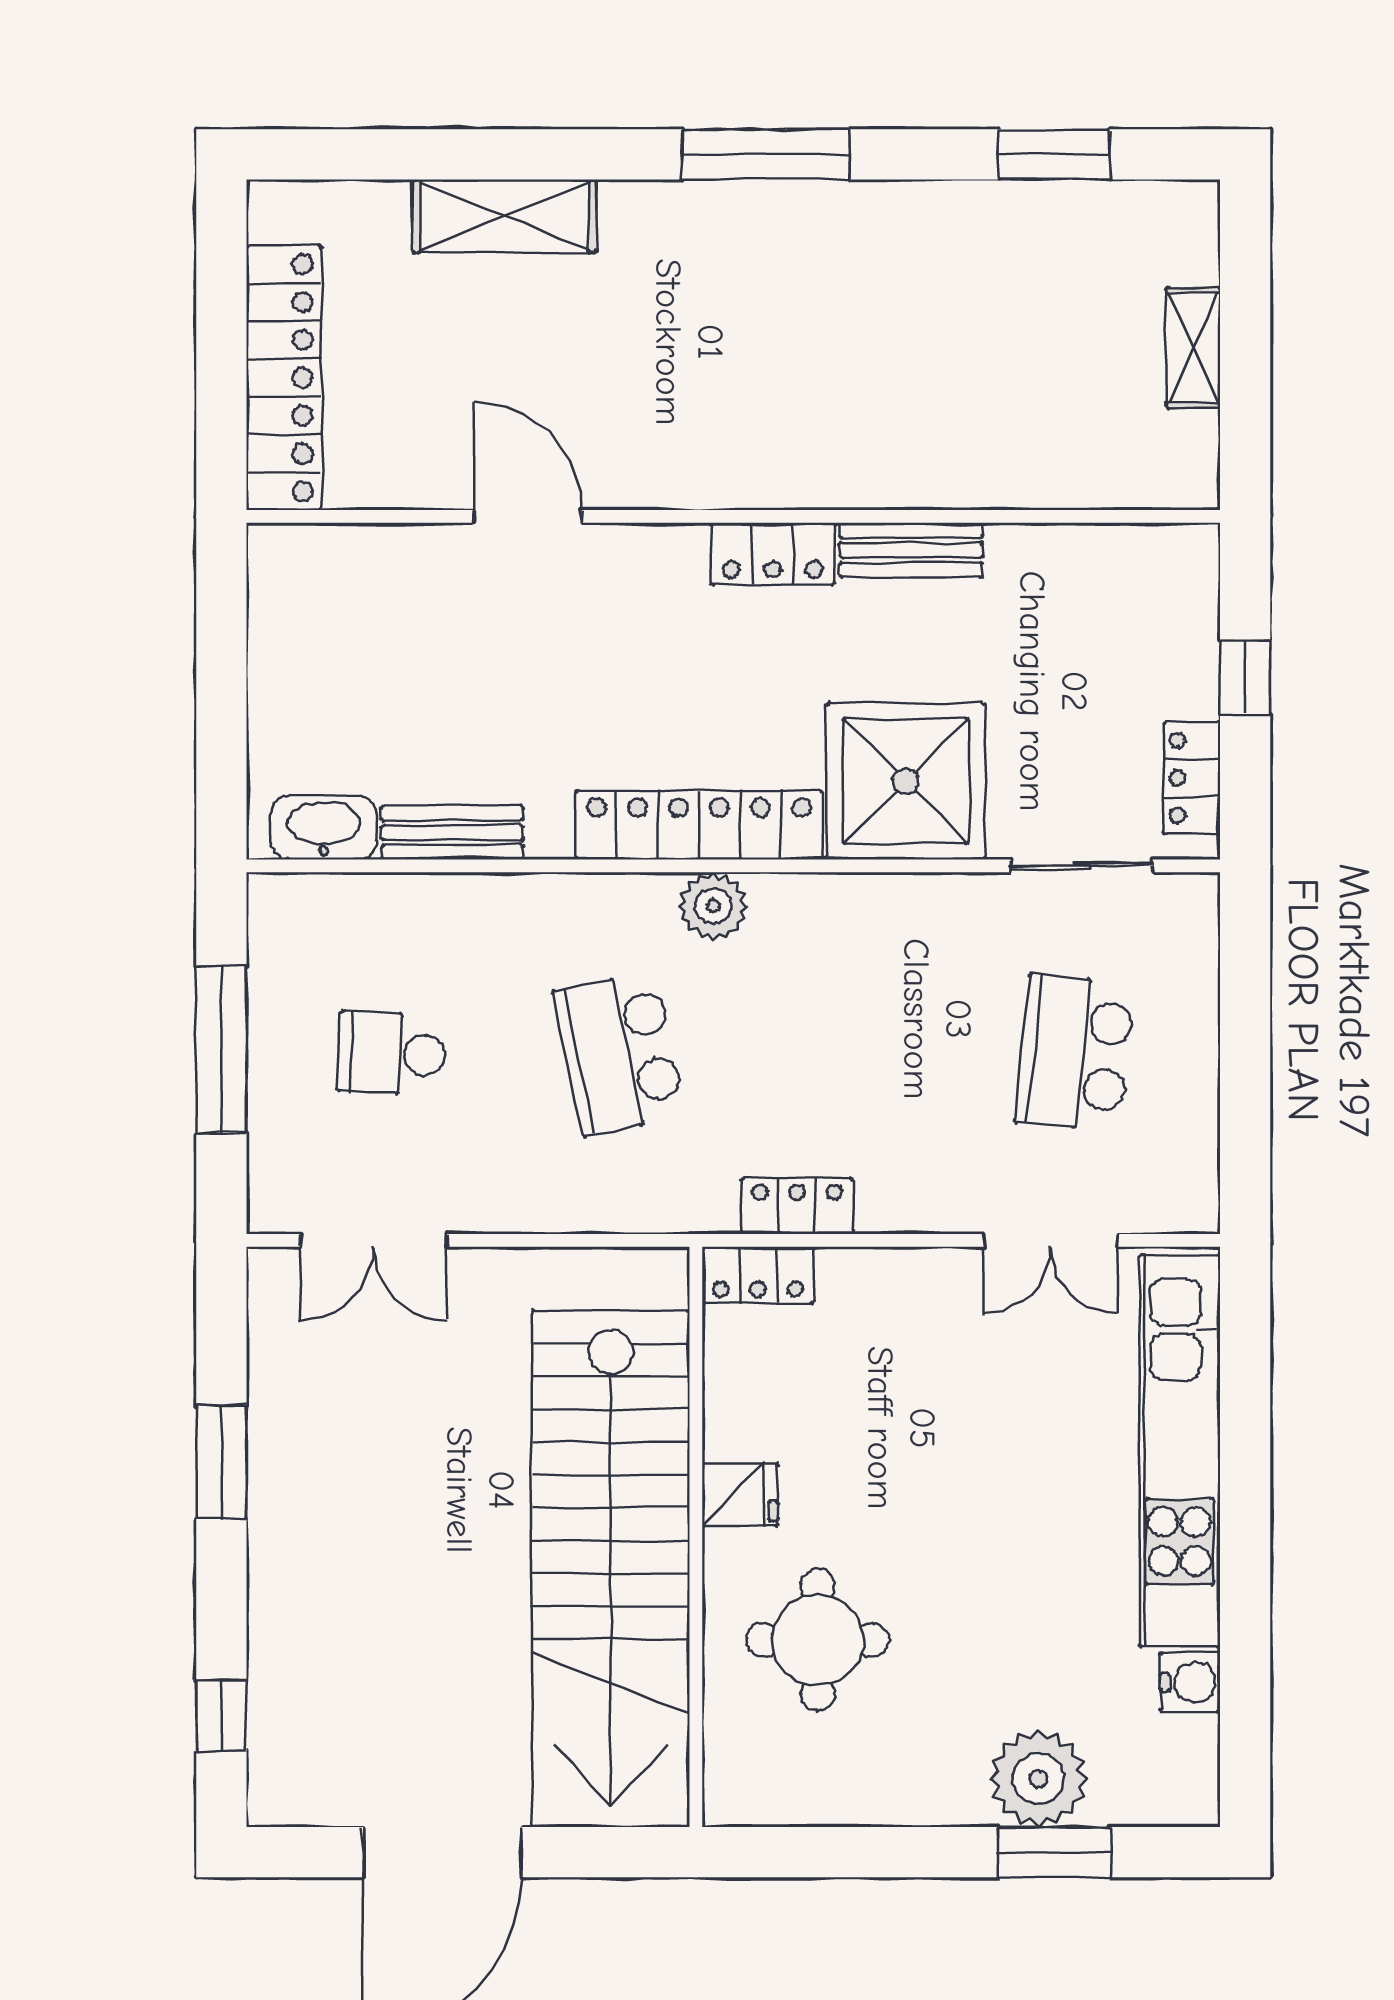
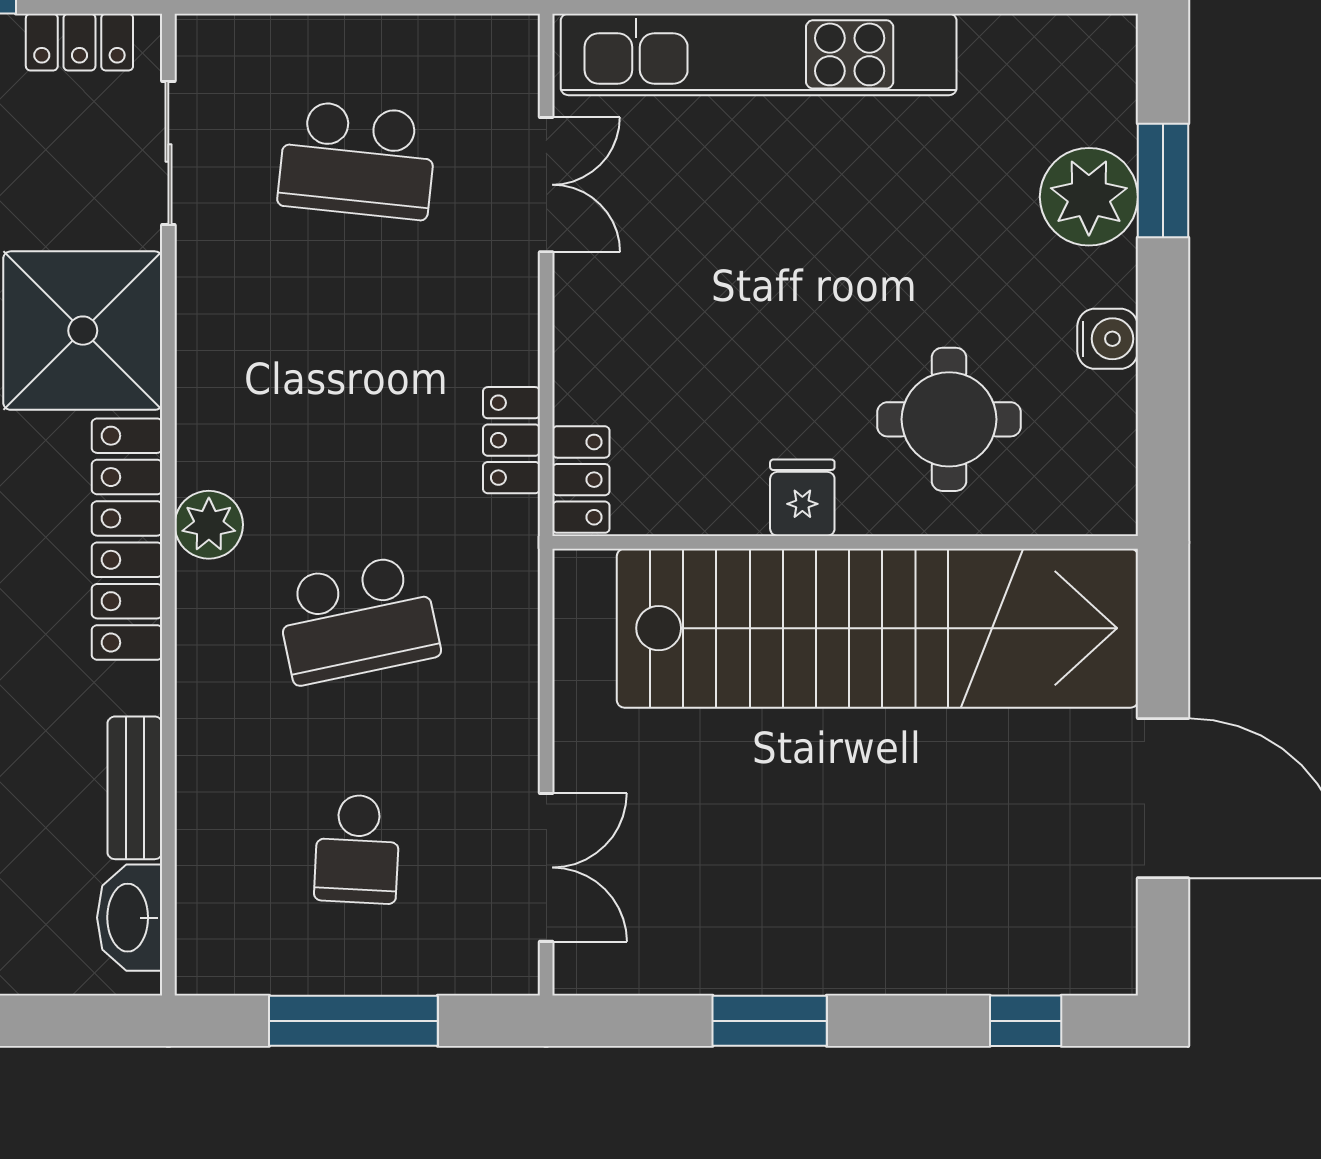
water cooler: (1190, 1682) -> (1108, 339), moved, turned 90

